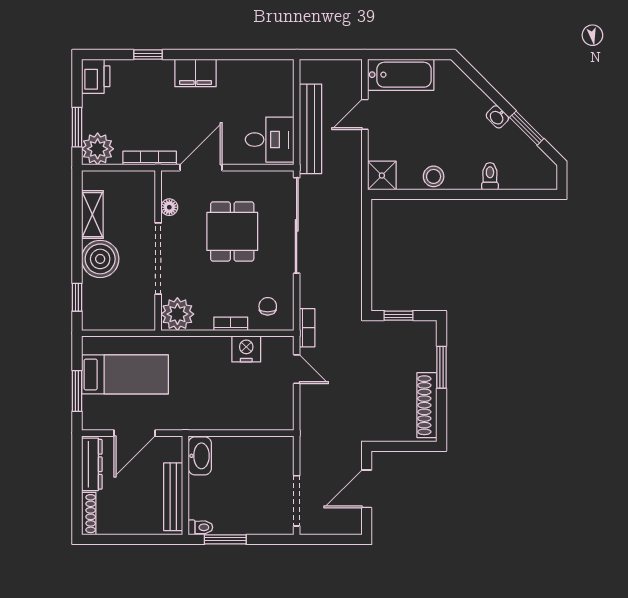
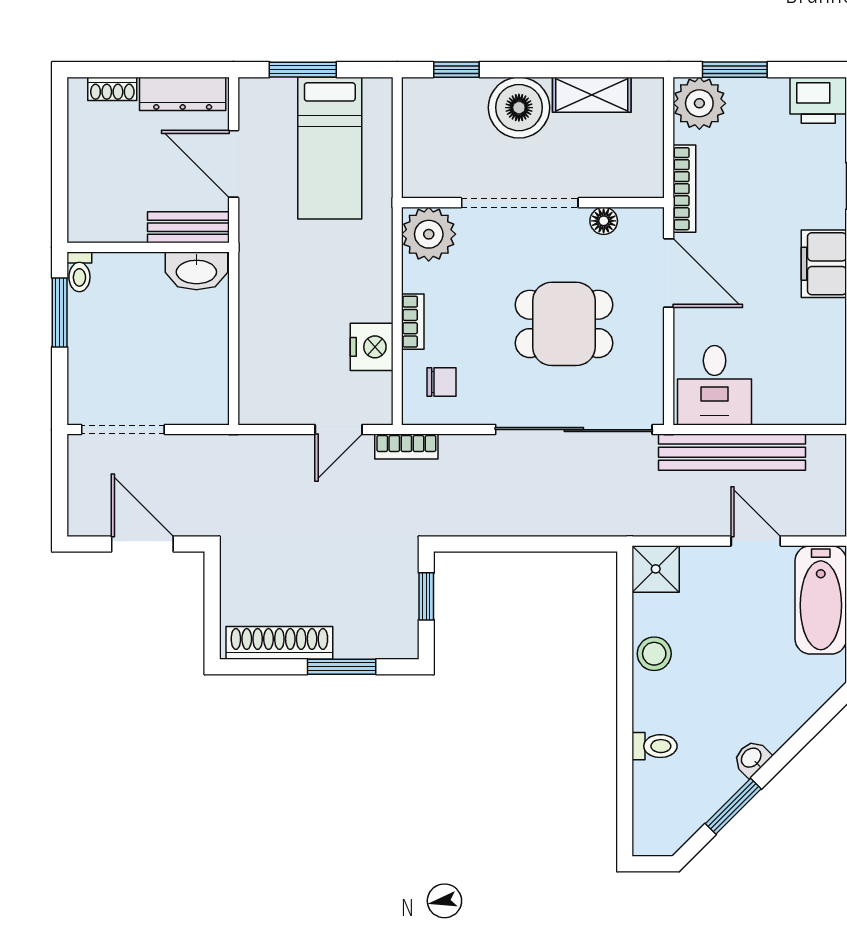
bench: (173, 497) -> (188, 227), moved, width x0.73
shoe rack: (89, 514) -> (112, 89), width x0.70

